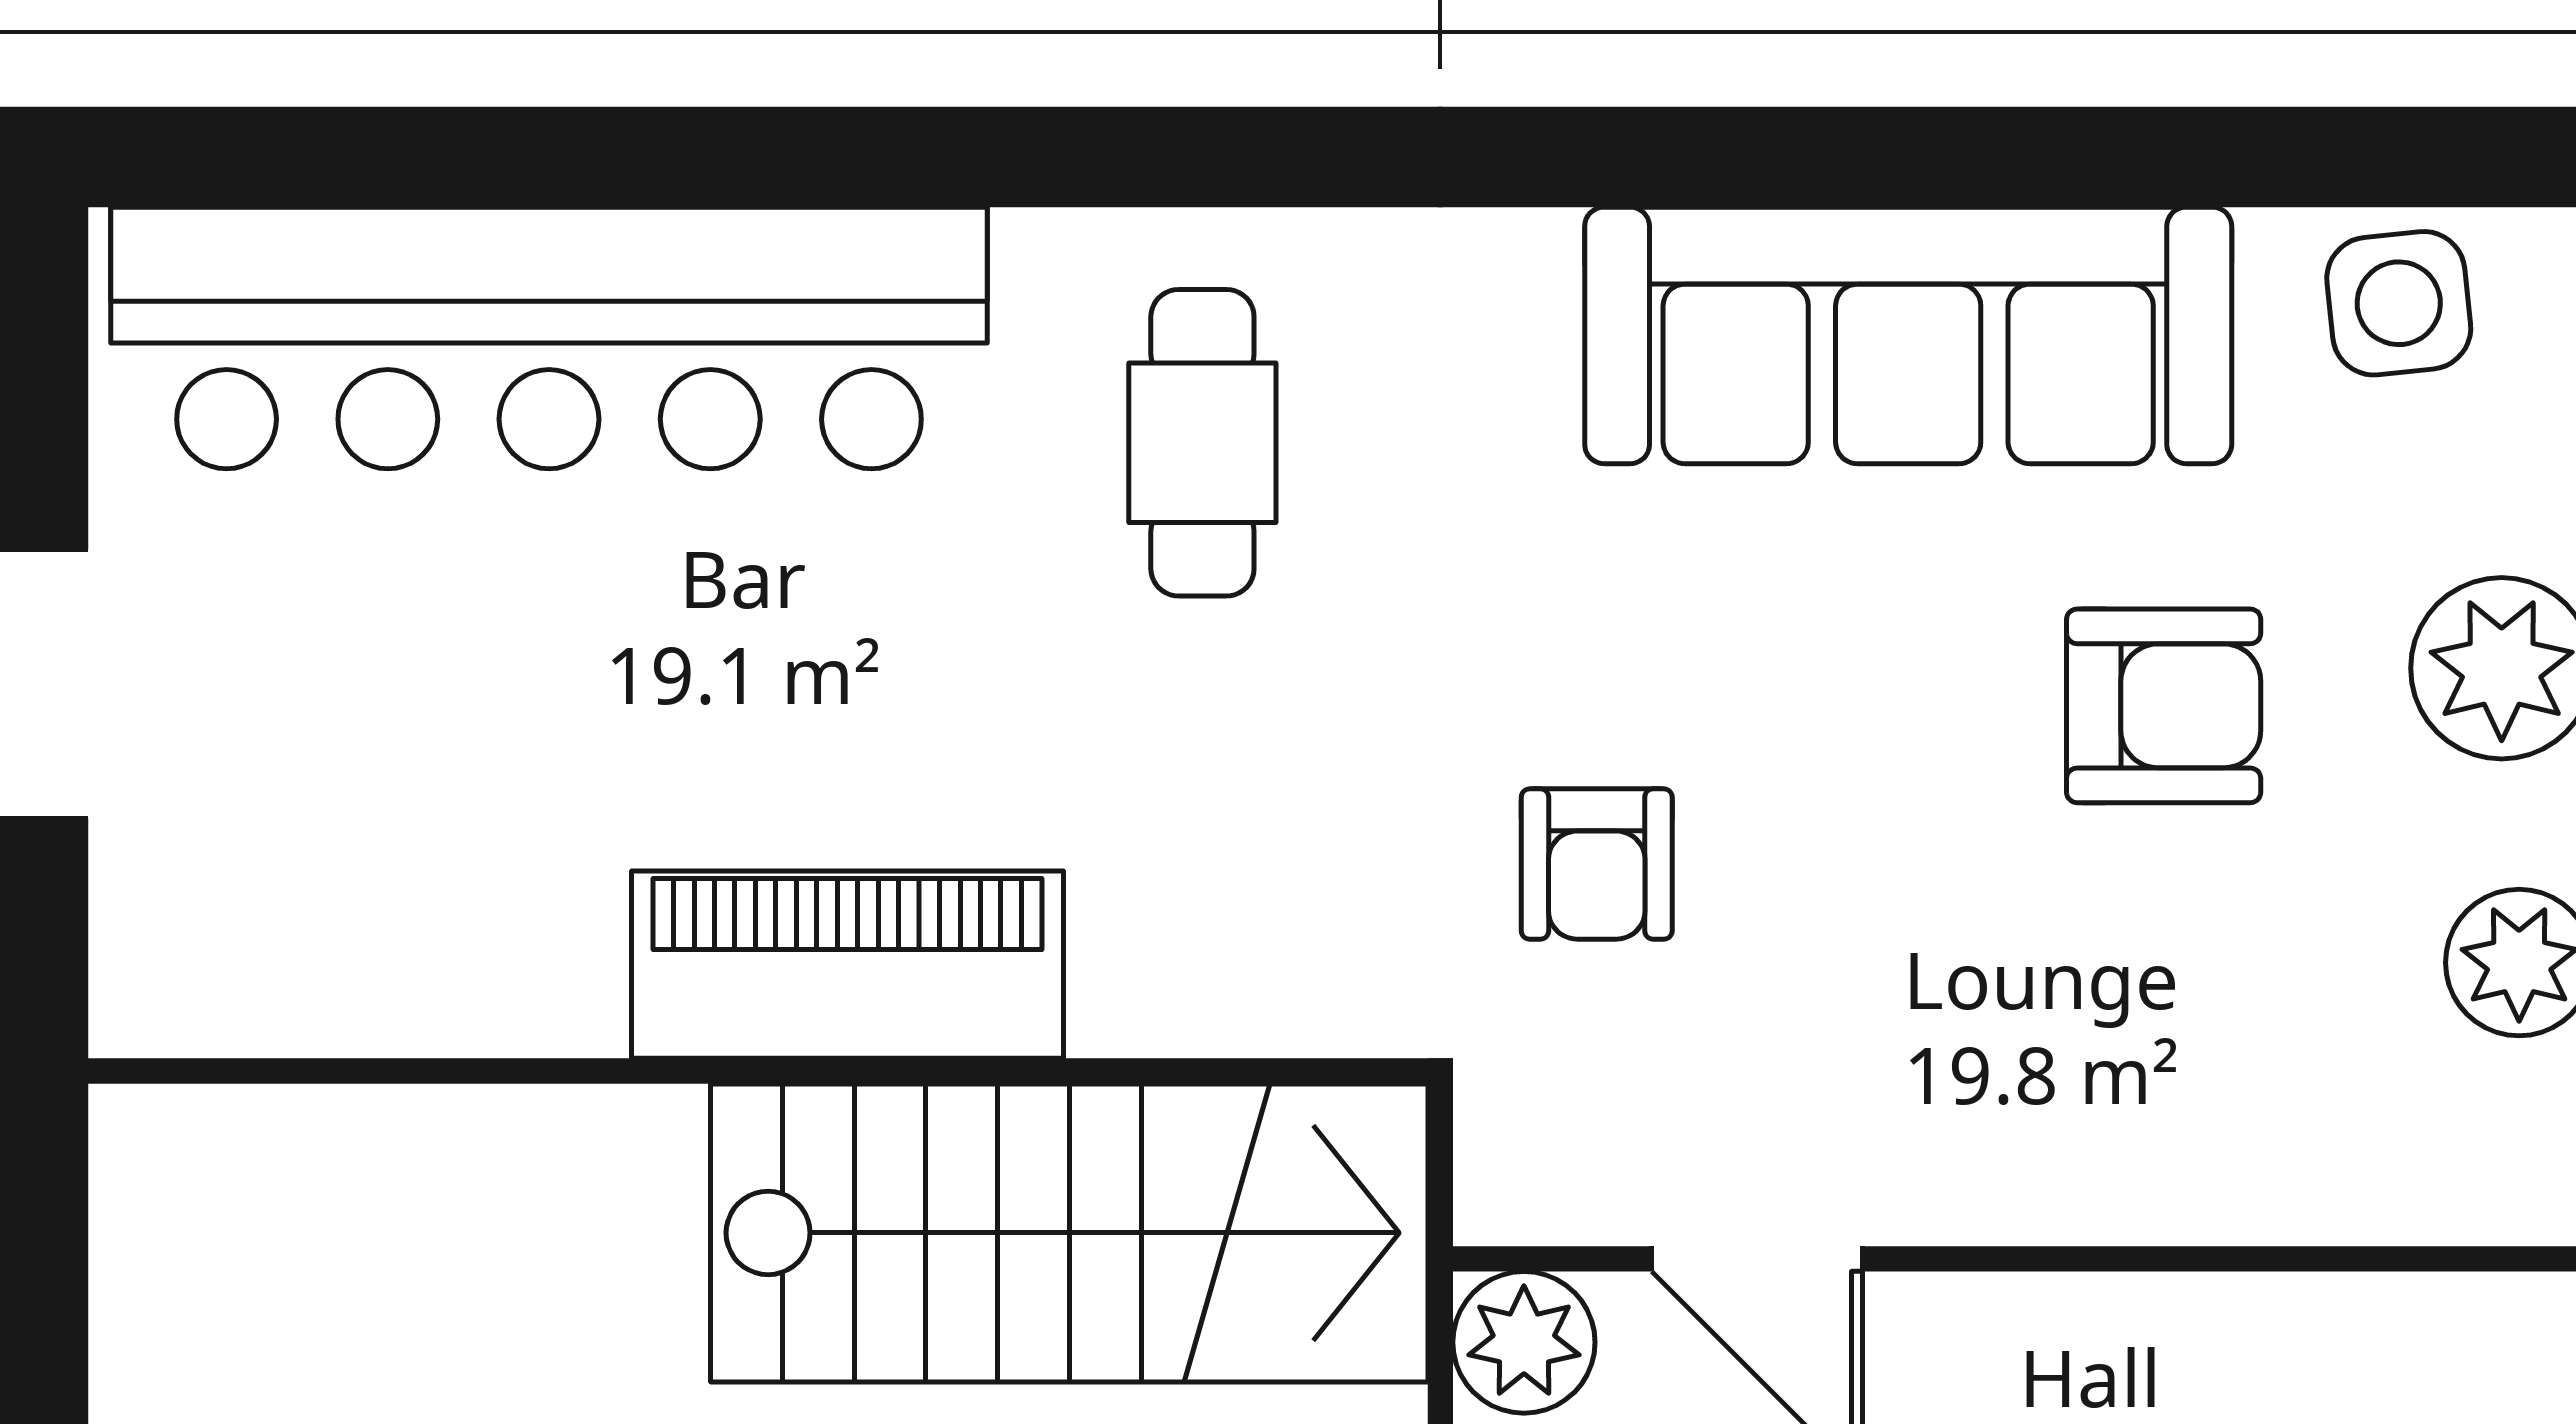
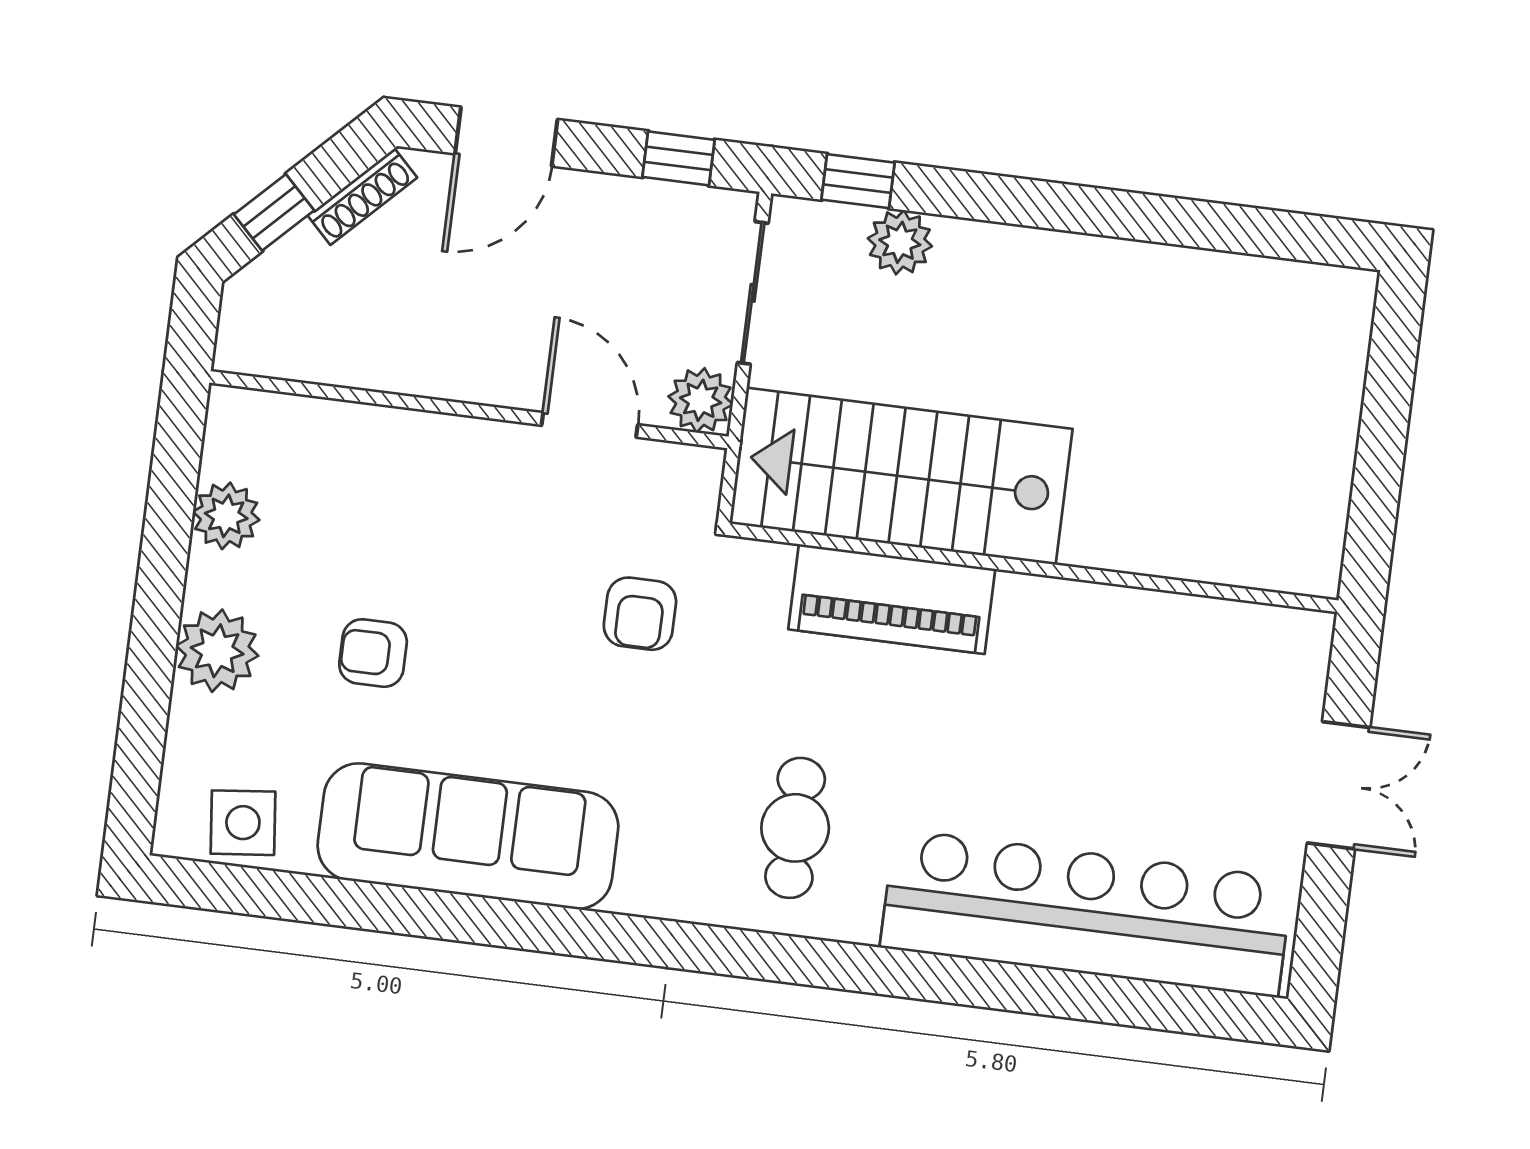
armchair: (2164, 706) -> (373, 653), width x0.72, depth x0.72
armchair: (1597, 864) -> (640, 614), turned 180
piano: (847, 965) -> (892, 599), moved

